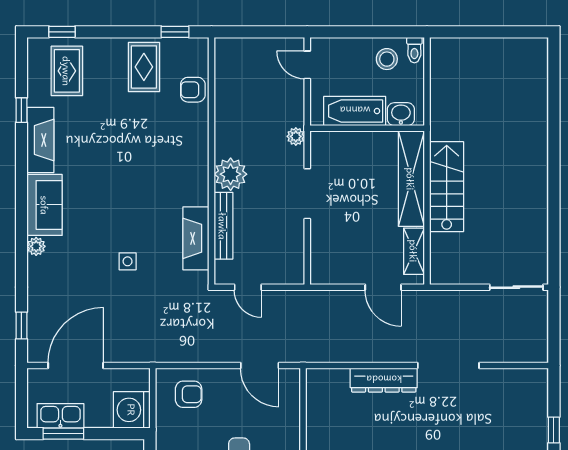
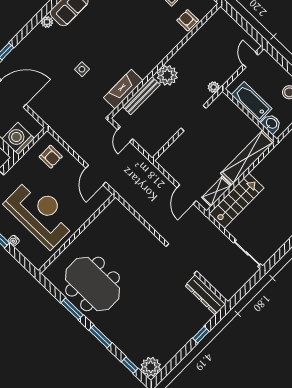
stairs: (447, 187) -> (236, 201), moved
dresser: (384, 380) -> (205, 295), moved

